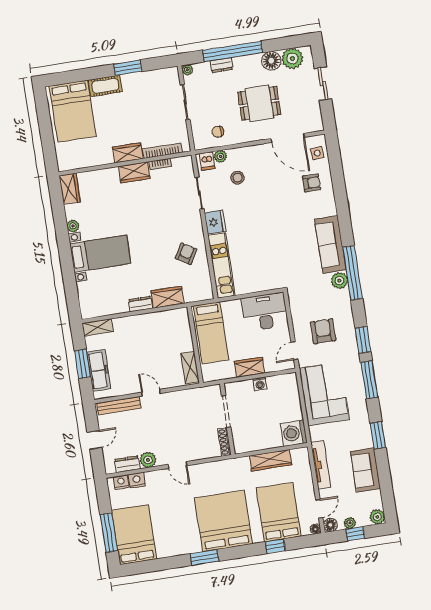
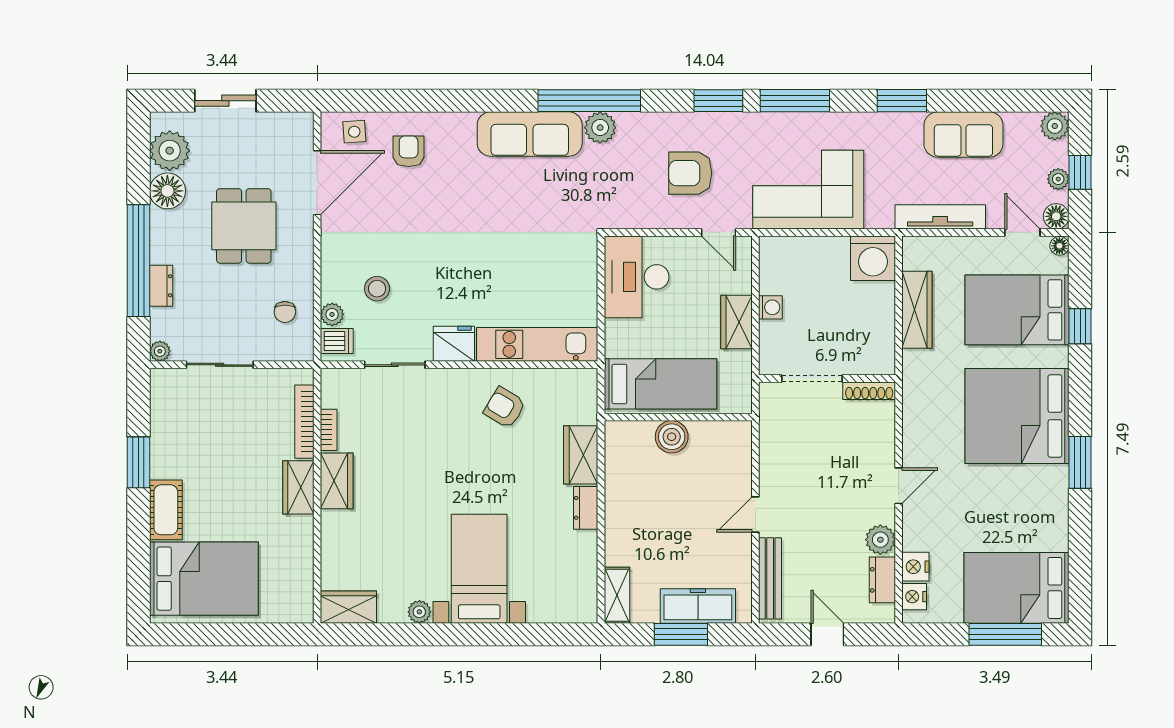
boiler: (184, 343) -> (672, 437), added
shelving: (190, 368) -> (720, 434), removed

